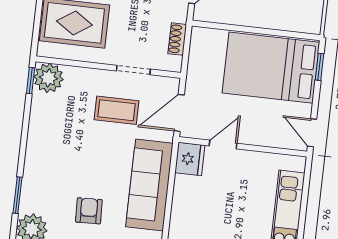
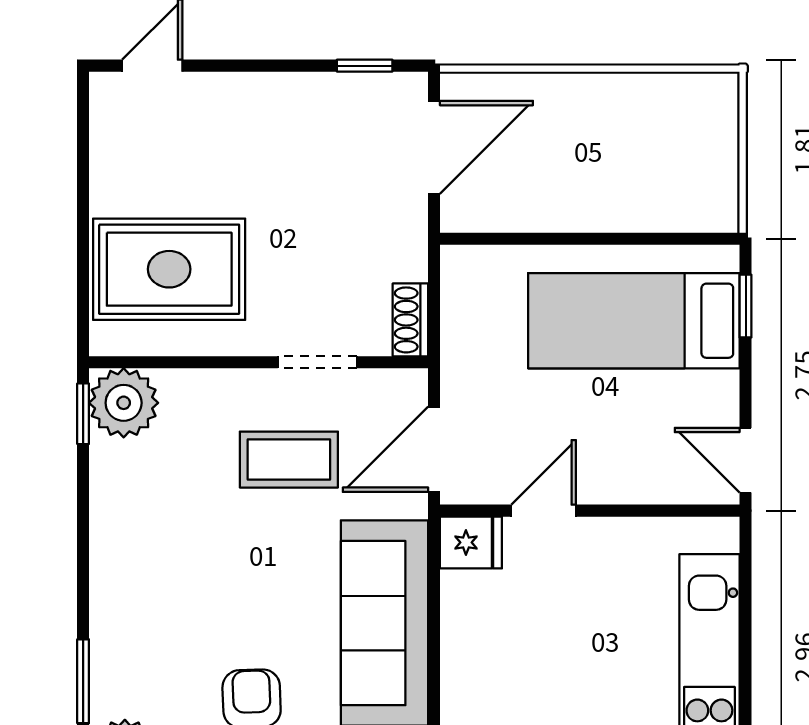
shoe rack: (177, 39) -> (410, 320), moved
bed: (271, 68) -> (634, 321), width x0.67
fridge: (190, 159) -> (471, 542), width x0.72

